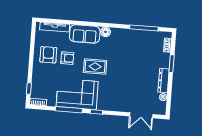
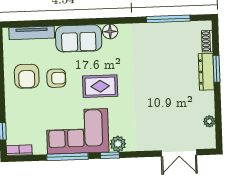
armchair: (48, 55) -> (27, 76), turned 180
dresser: (164, 80) -> (206, 72), moved
plant: (102, 105) -> (118, 144), added

